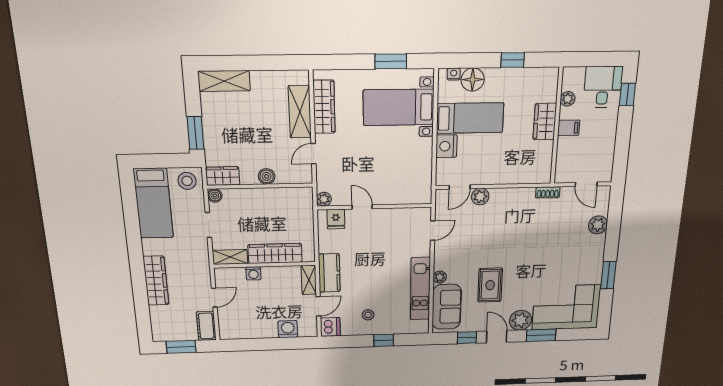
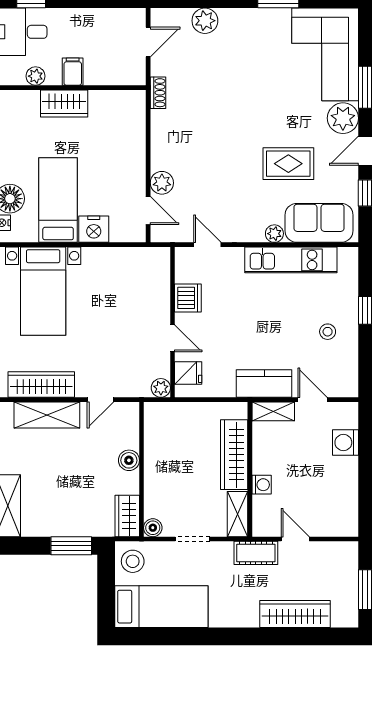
door: (313, 154) -> (100, 400), hinge flipped
door: (362, 207) -> (172, 338), swing flipped
wardrobe: (156, 281) -> (295, 614), moved
cot: (206, 326) -> (256, 553), moved
dishwasher: (330, 327) -> (188, 298), moved, turned 90

